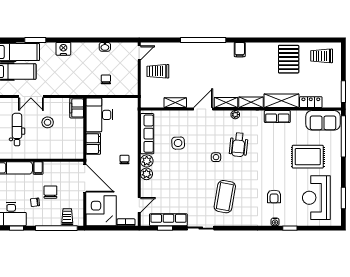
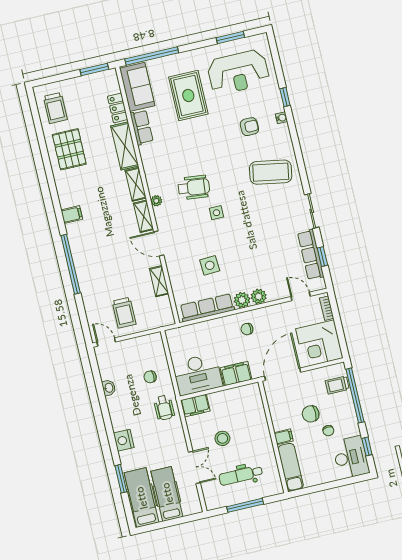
pallet: (289, 59) -> (69, 149), turned 90
wheelchair: (80, 84) -> (164, 408), added
row of seats: (277, 117) -> (142, 127), moved
coffee table: (225, 197) -> (271, 172), moved

